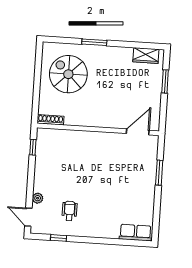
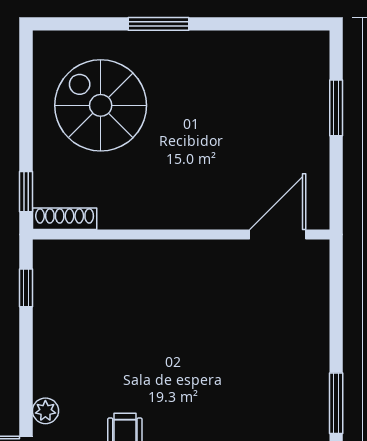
wardrobe: (146, 56) -> (285, 48), removed
window: (35, 108) -> (26, 192), added
window: (159, 173) -> (336, 403), moved

